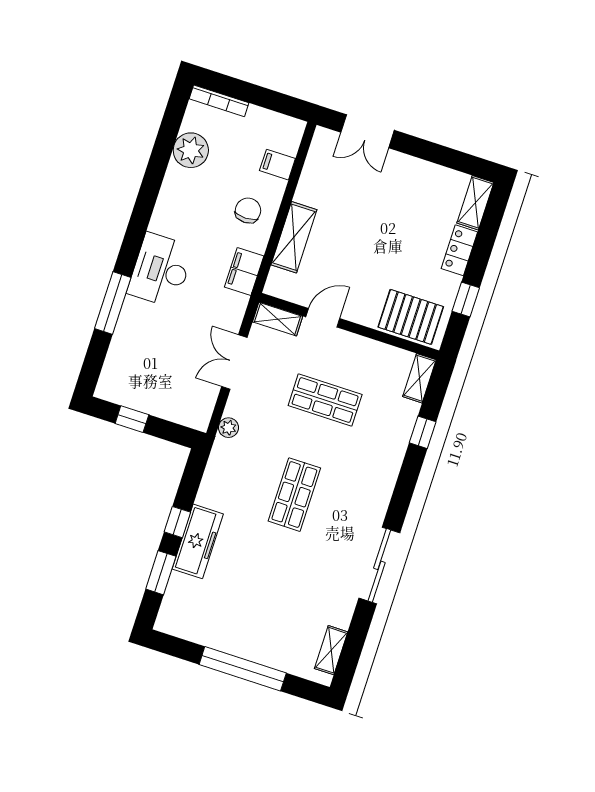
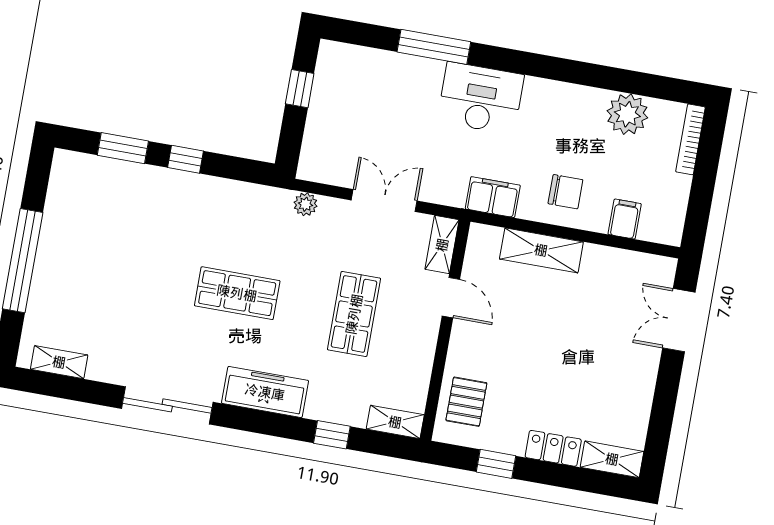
pallet: (411, 317) -> (466, 402), width x0.67, depth x0.71
freezer: (198, 541) -> (265, 392), moved, turned 180

